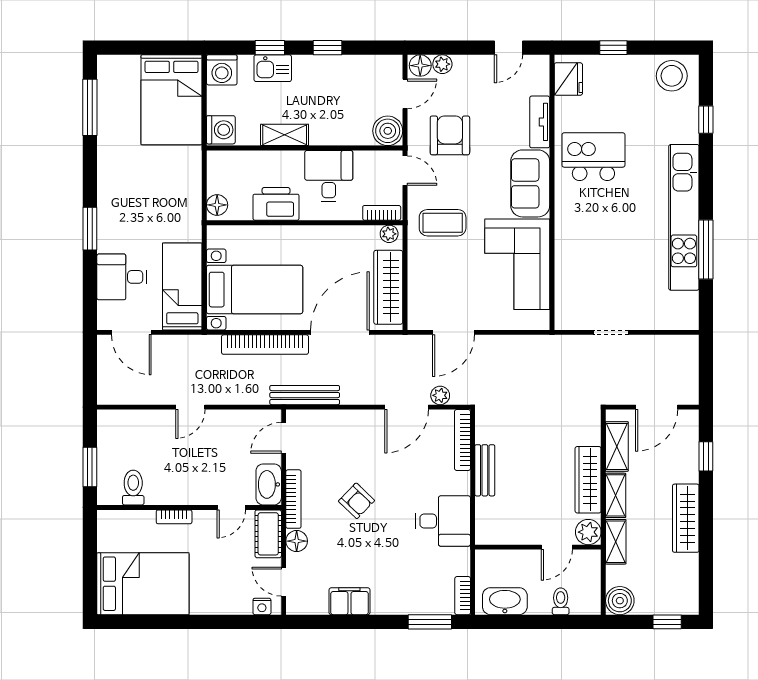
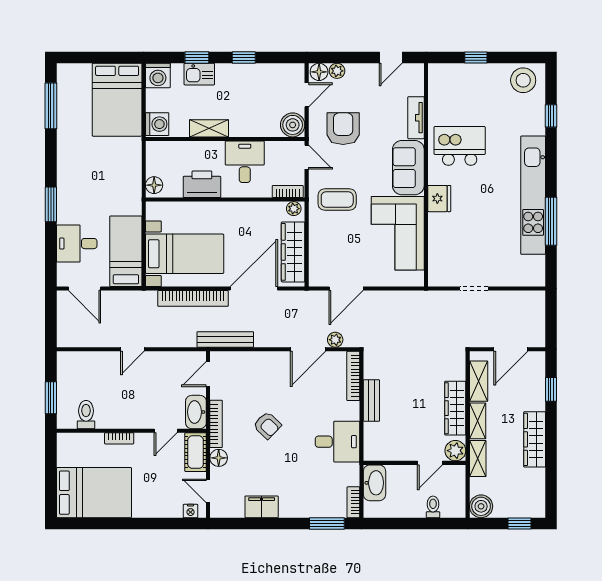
fridge: (568, 79) -> (439, 199), moved
washbasin: (505, 601) -> (374, 483), moved, turned 90

